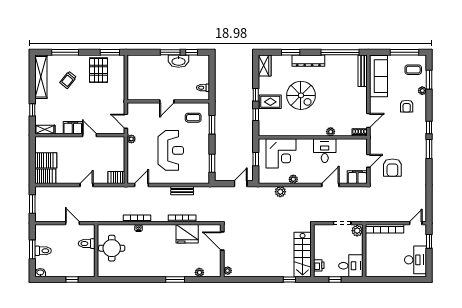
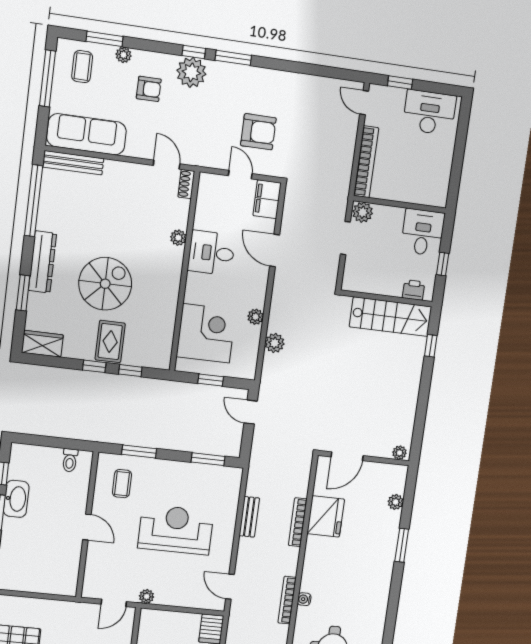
plant: (418, 128) -> (191, 72), added

